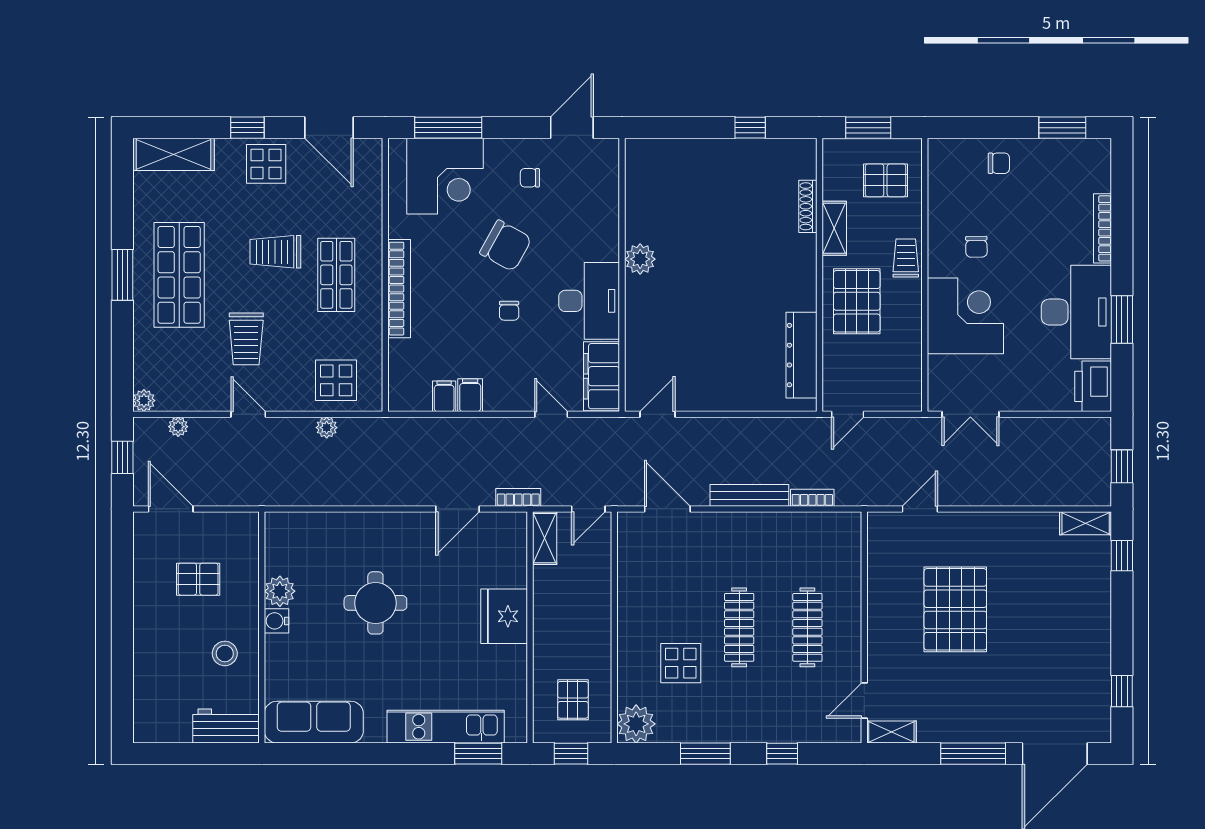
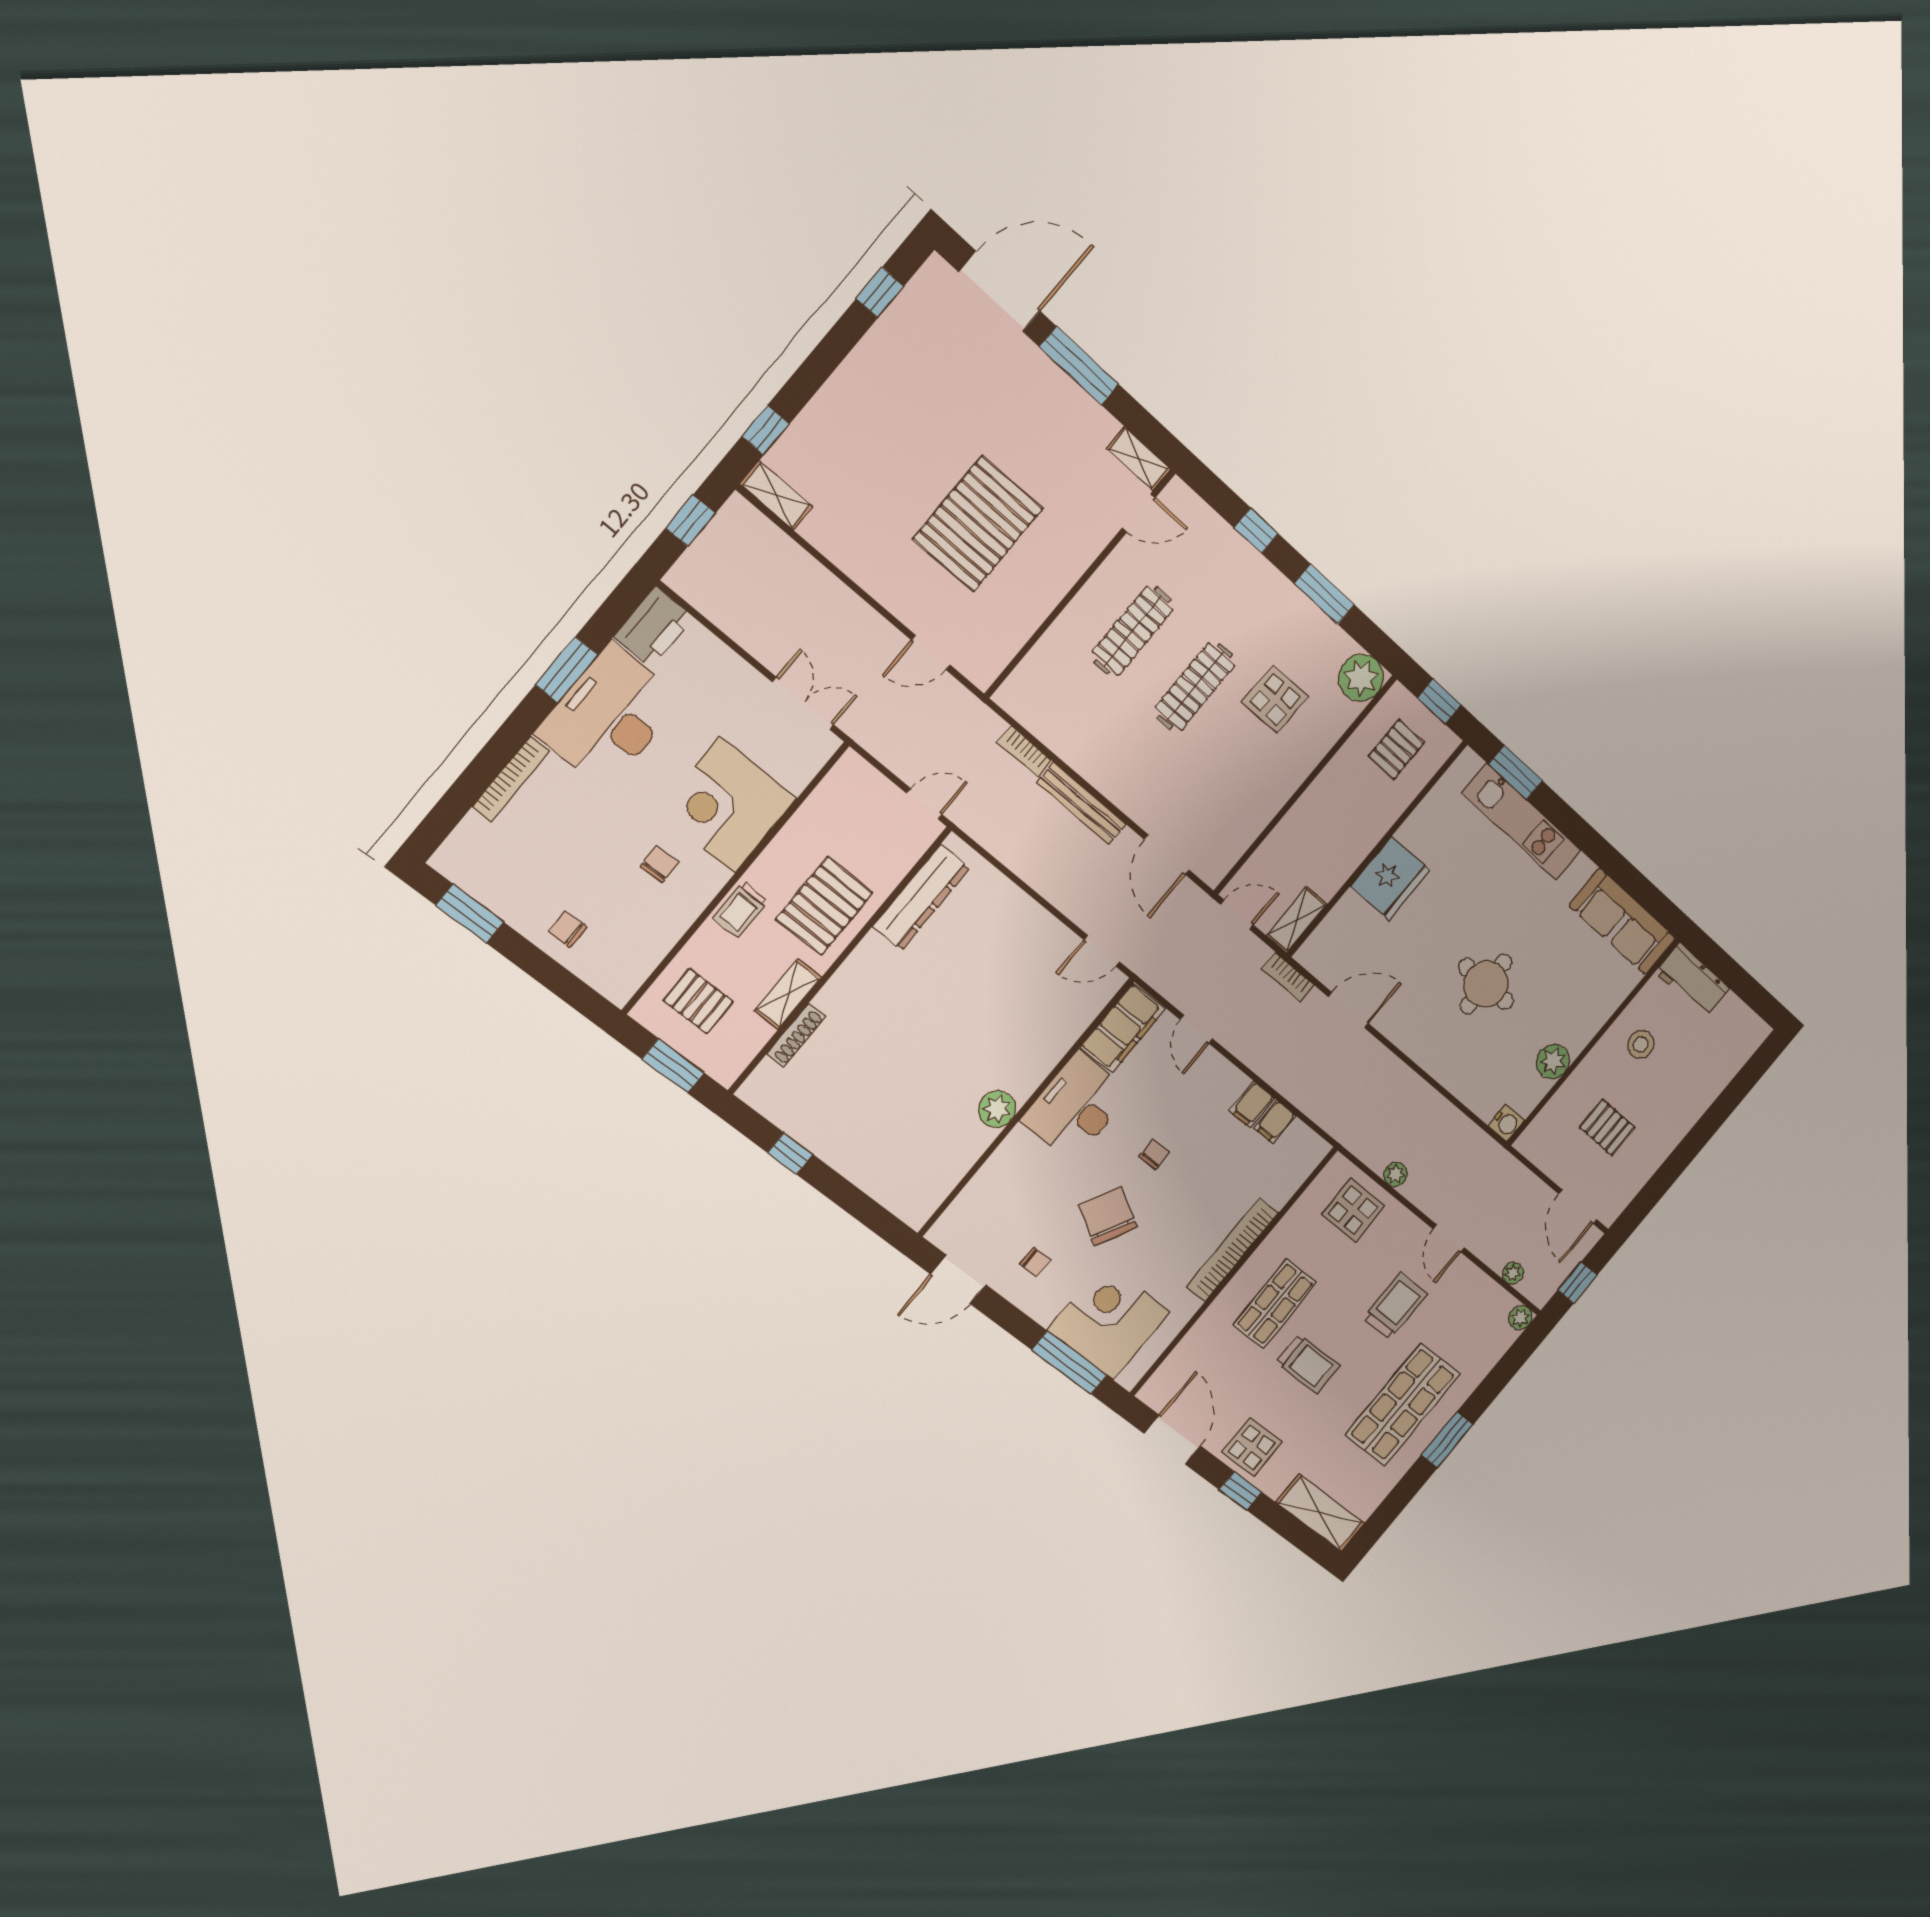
water cooler: (276, 621) -> (1506, 1123), moved

